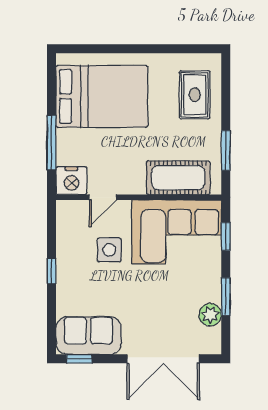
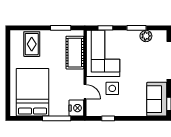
rug: (195, 95) -> (32, 44), turned 90
window: (51, 271) -> (108, 118), moved

